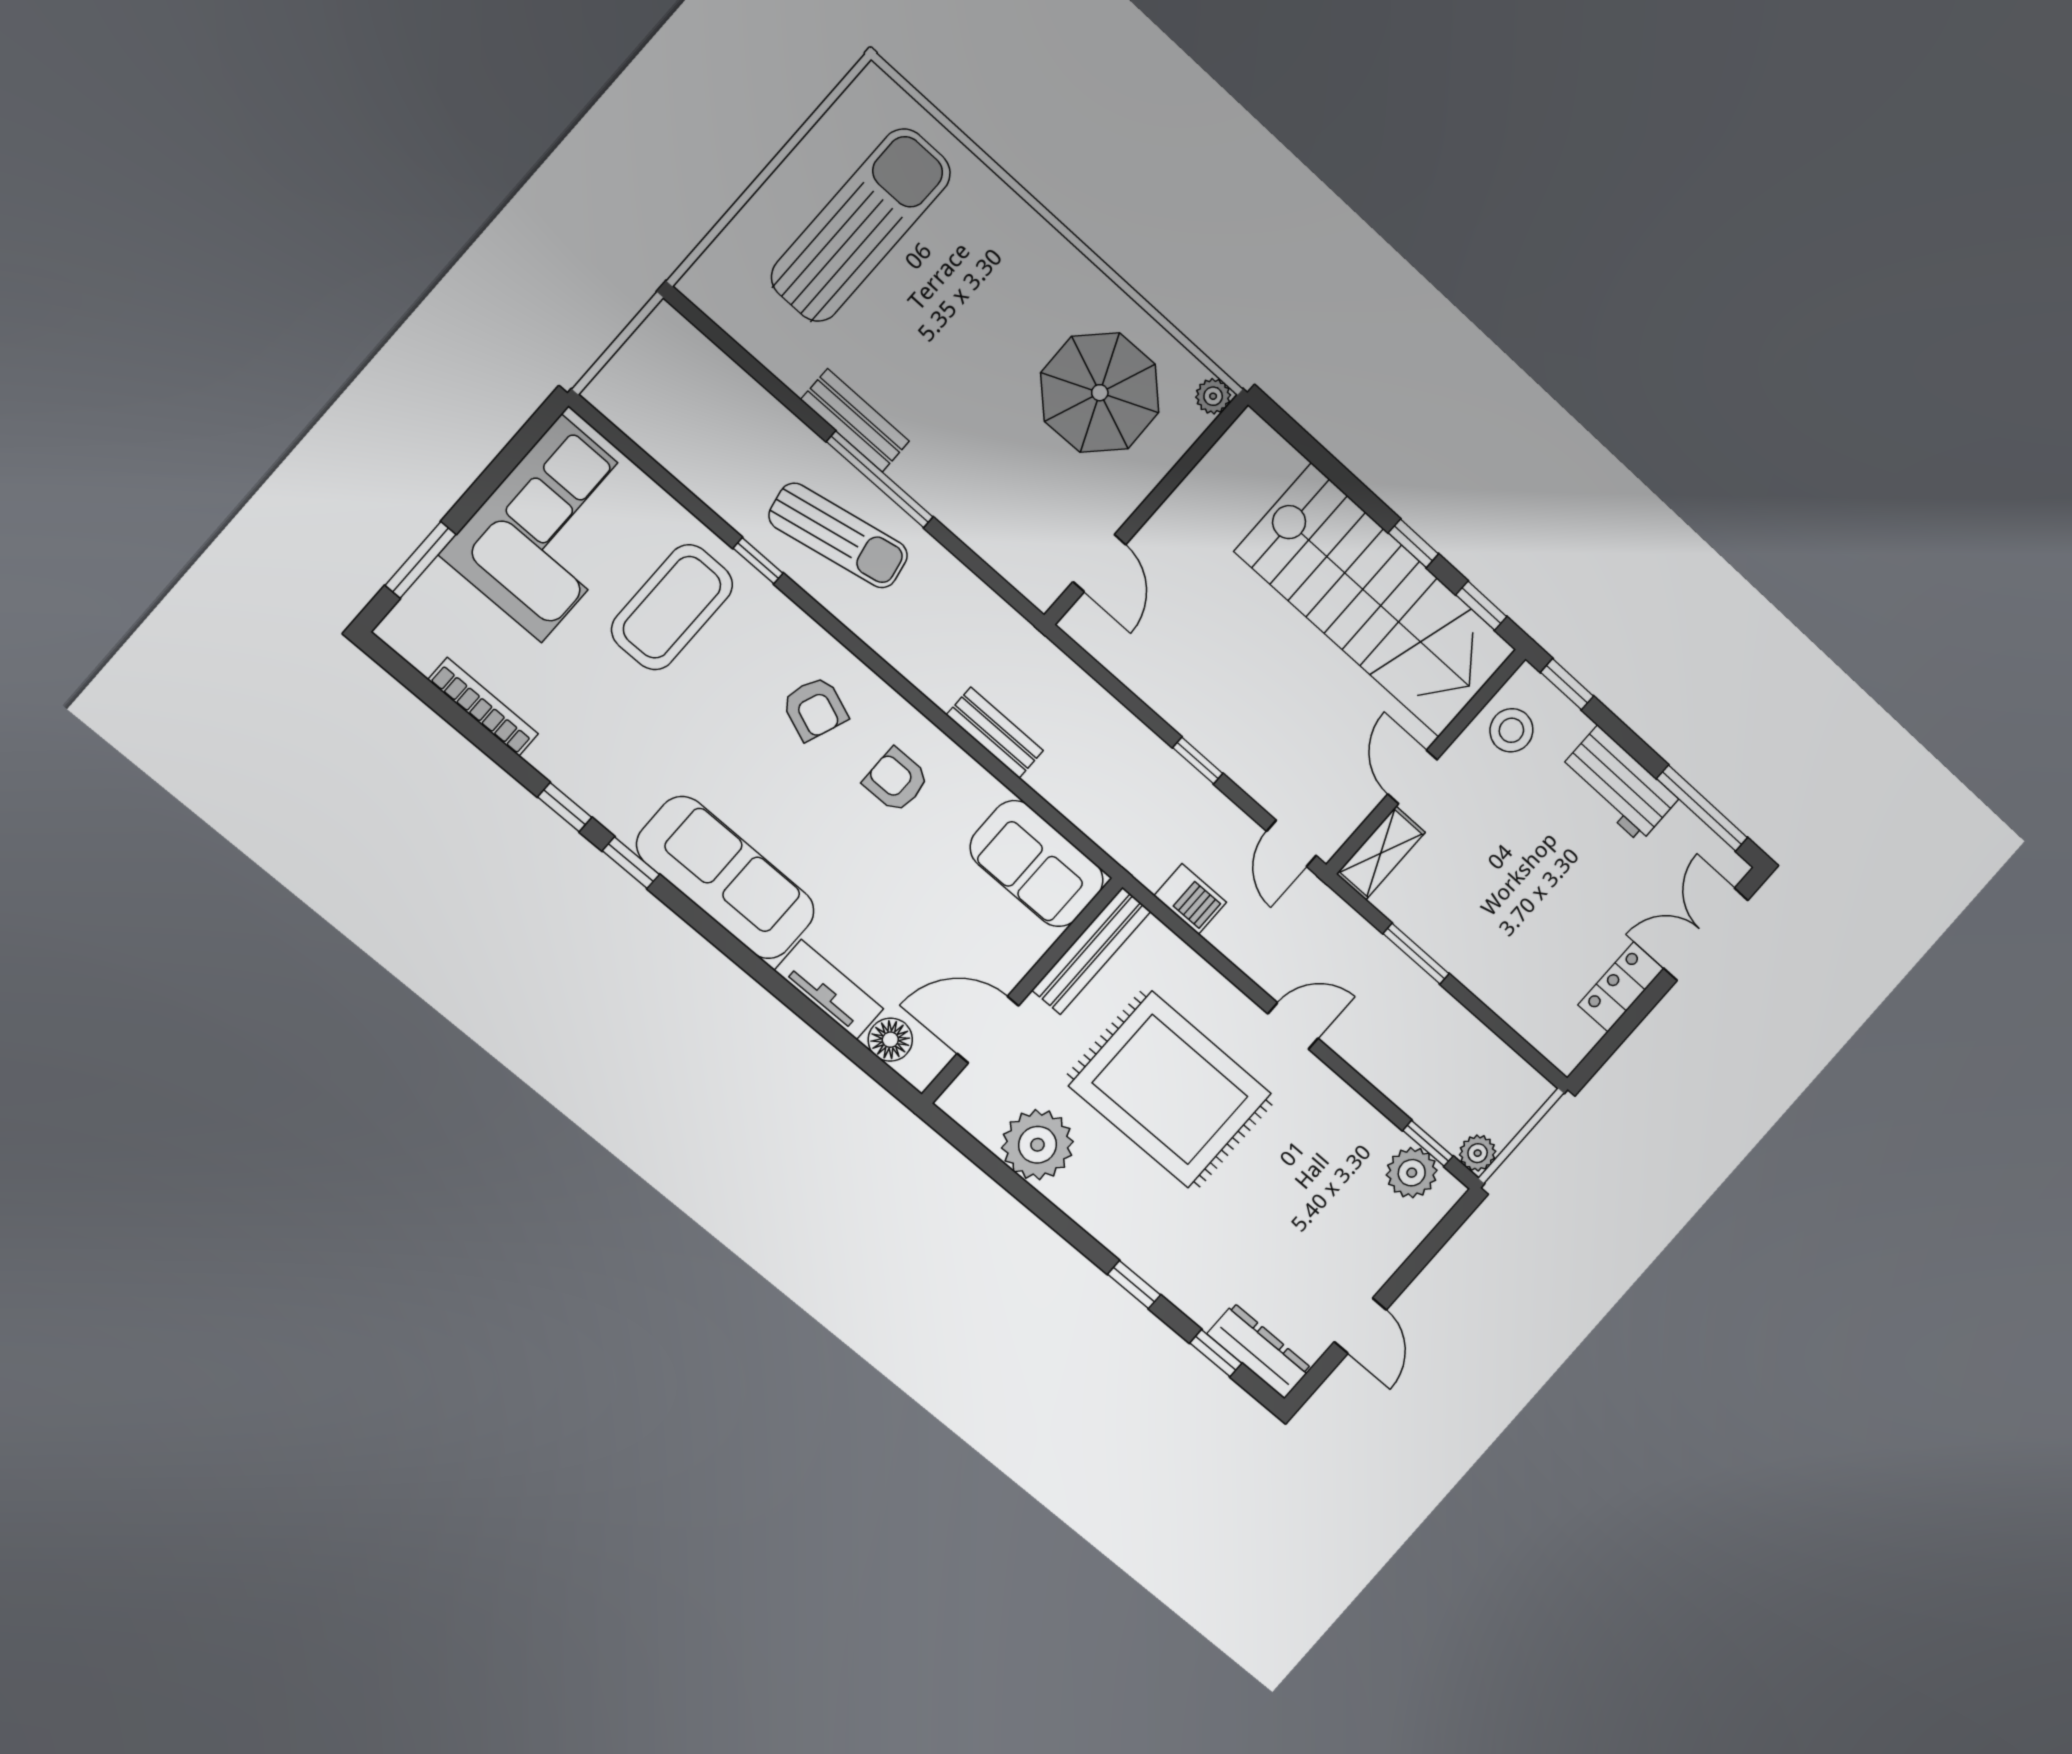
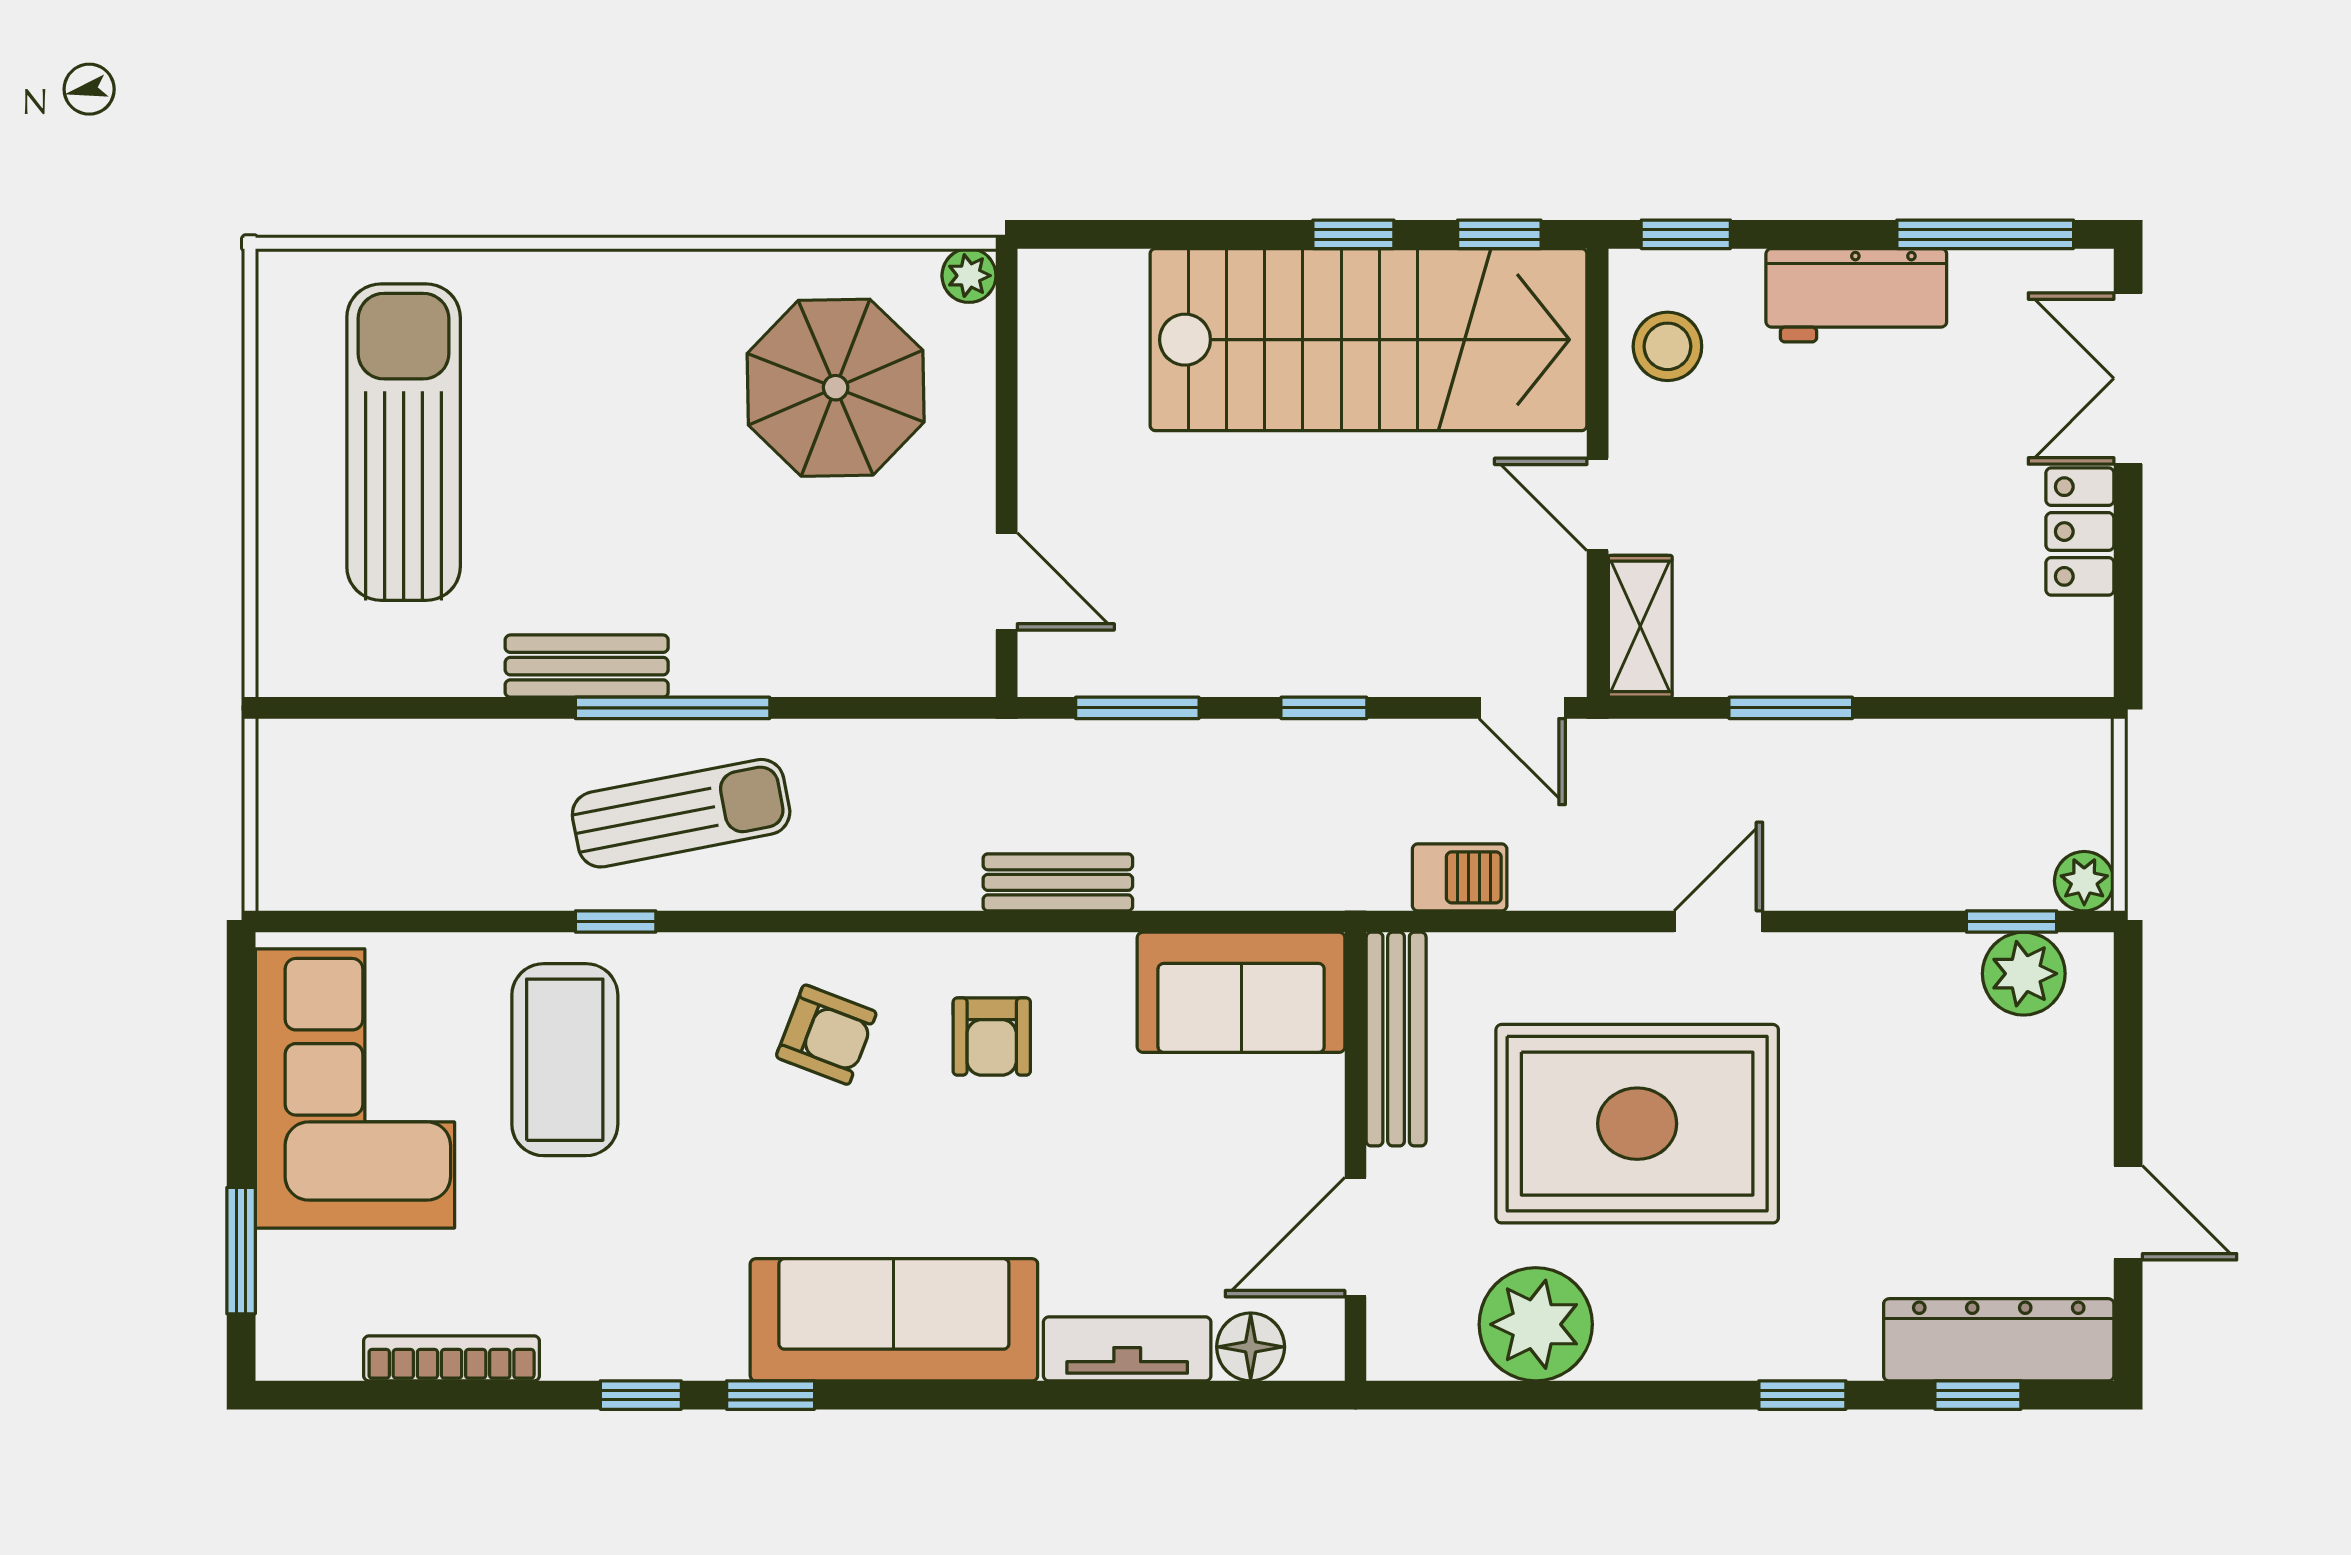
window: (1108, 681) -> (1137, 708), added
armchair: (896, 780) -> (992, 1037), turned -90
dresser: (1259, 1351) -> (1999, 1340), width x1.37, depth x1.24

